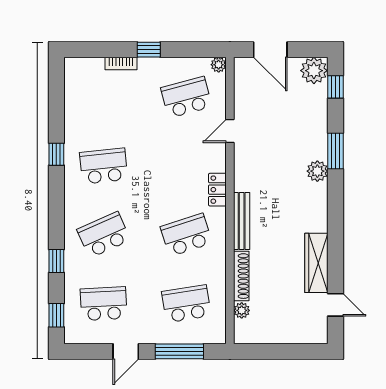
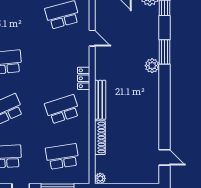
door: (230, 131) -> (92, 38), swing flipped
wardrobe: (316, 263) -> (151, 129), removed
plant: (242, 310) -> (100, 178), moved

